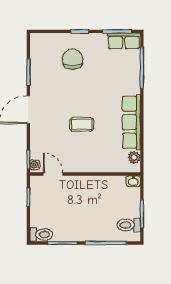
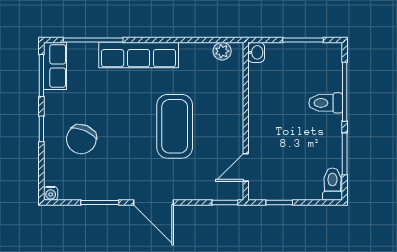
chair: (73, 59) -> (81, 139), turned -67
row of seats: (131, 122) -> (139, 55), moved
coffee table: (82, 124) -> (175, 126), width x1.86, depth x1.72
water cooler: (35, 165) -> (51, 193), moved
toilet: (129, 225) -> (326, 103), moved, turned 90

